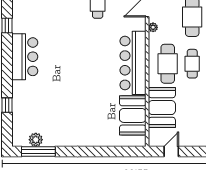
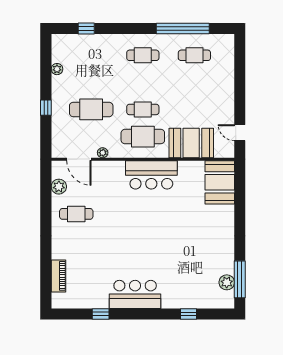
bar counter: (133, 63) -> (151, 175), width x0.73
booth: (133, 115) -> (220, 182), moved, turned 90

